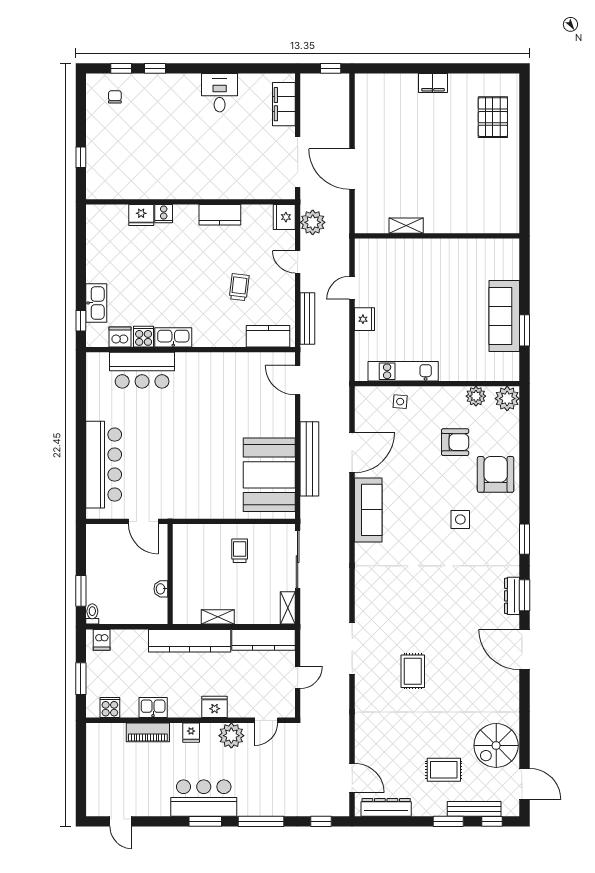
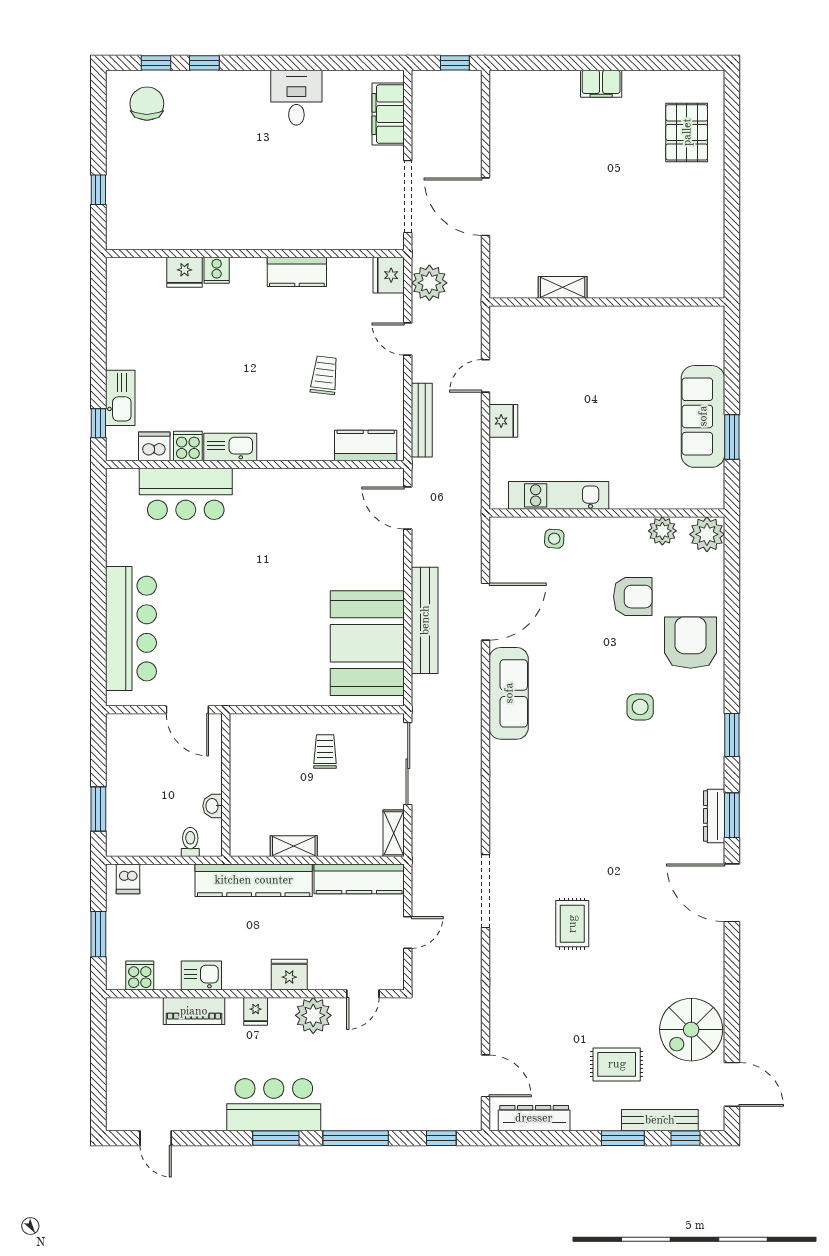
chair: (115, 97) -> (147, 104), width x1.87, depth x1.87
toilet: (92, 614) -> (190, 842), moved

